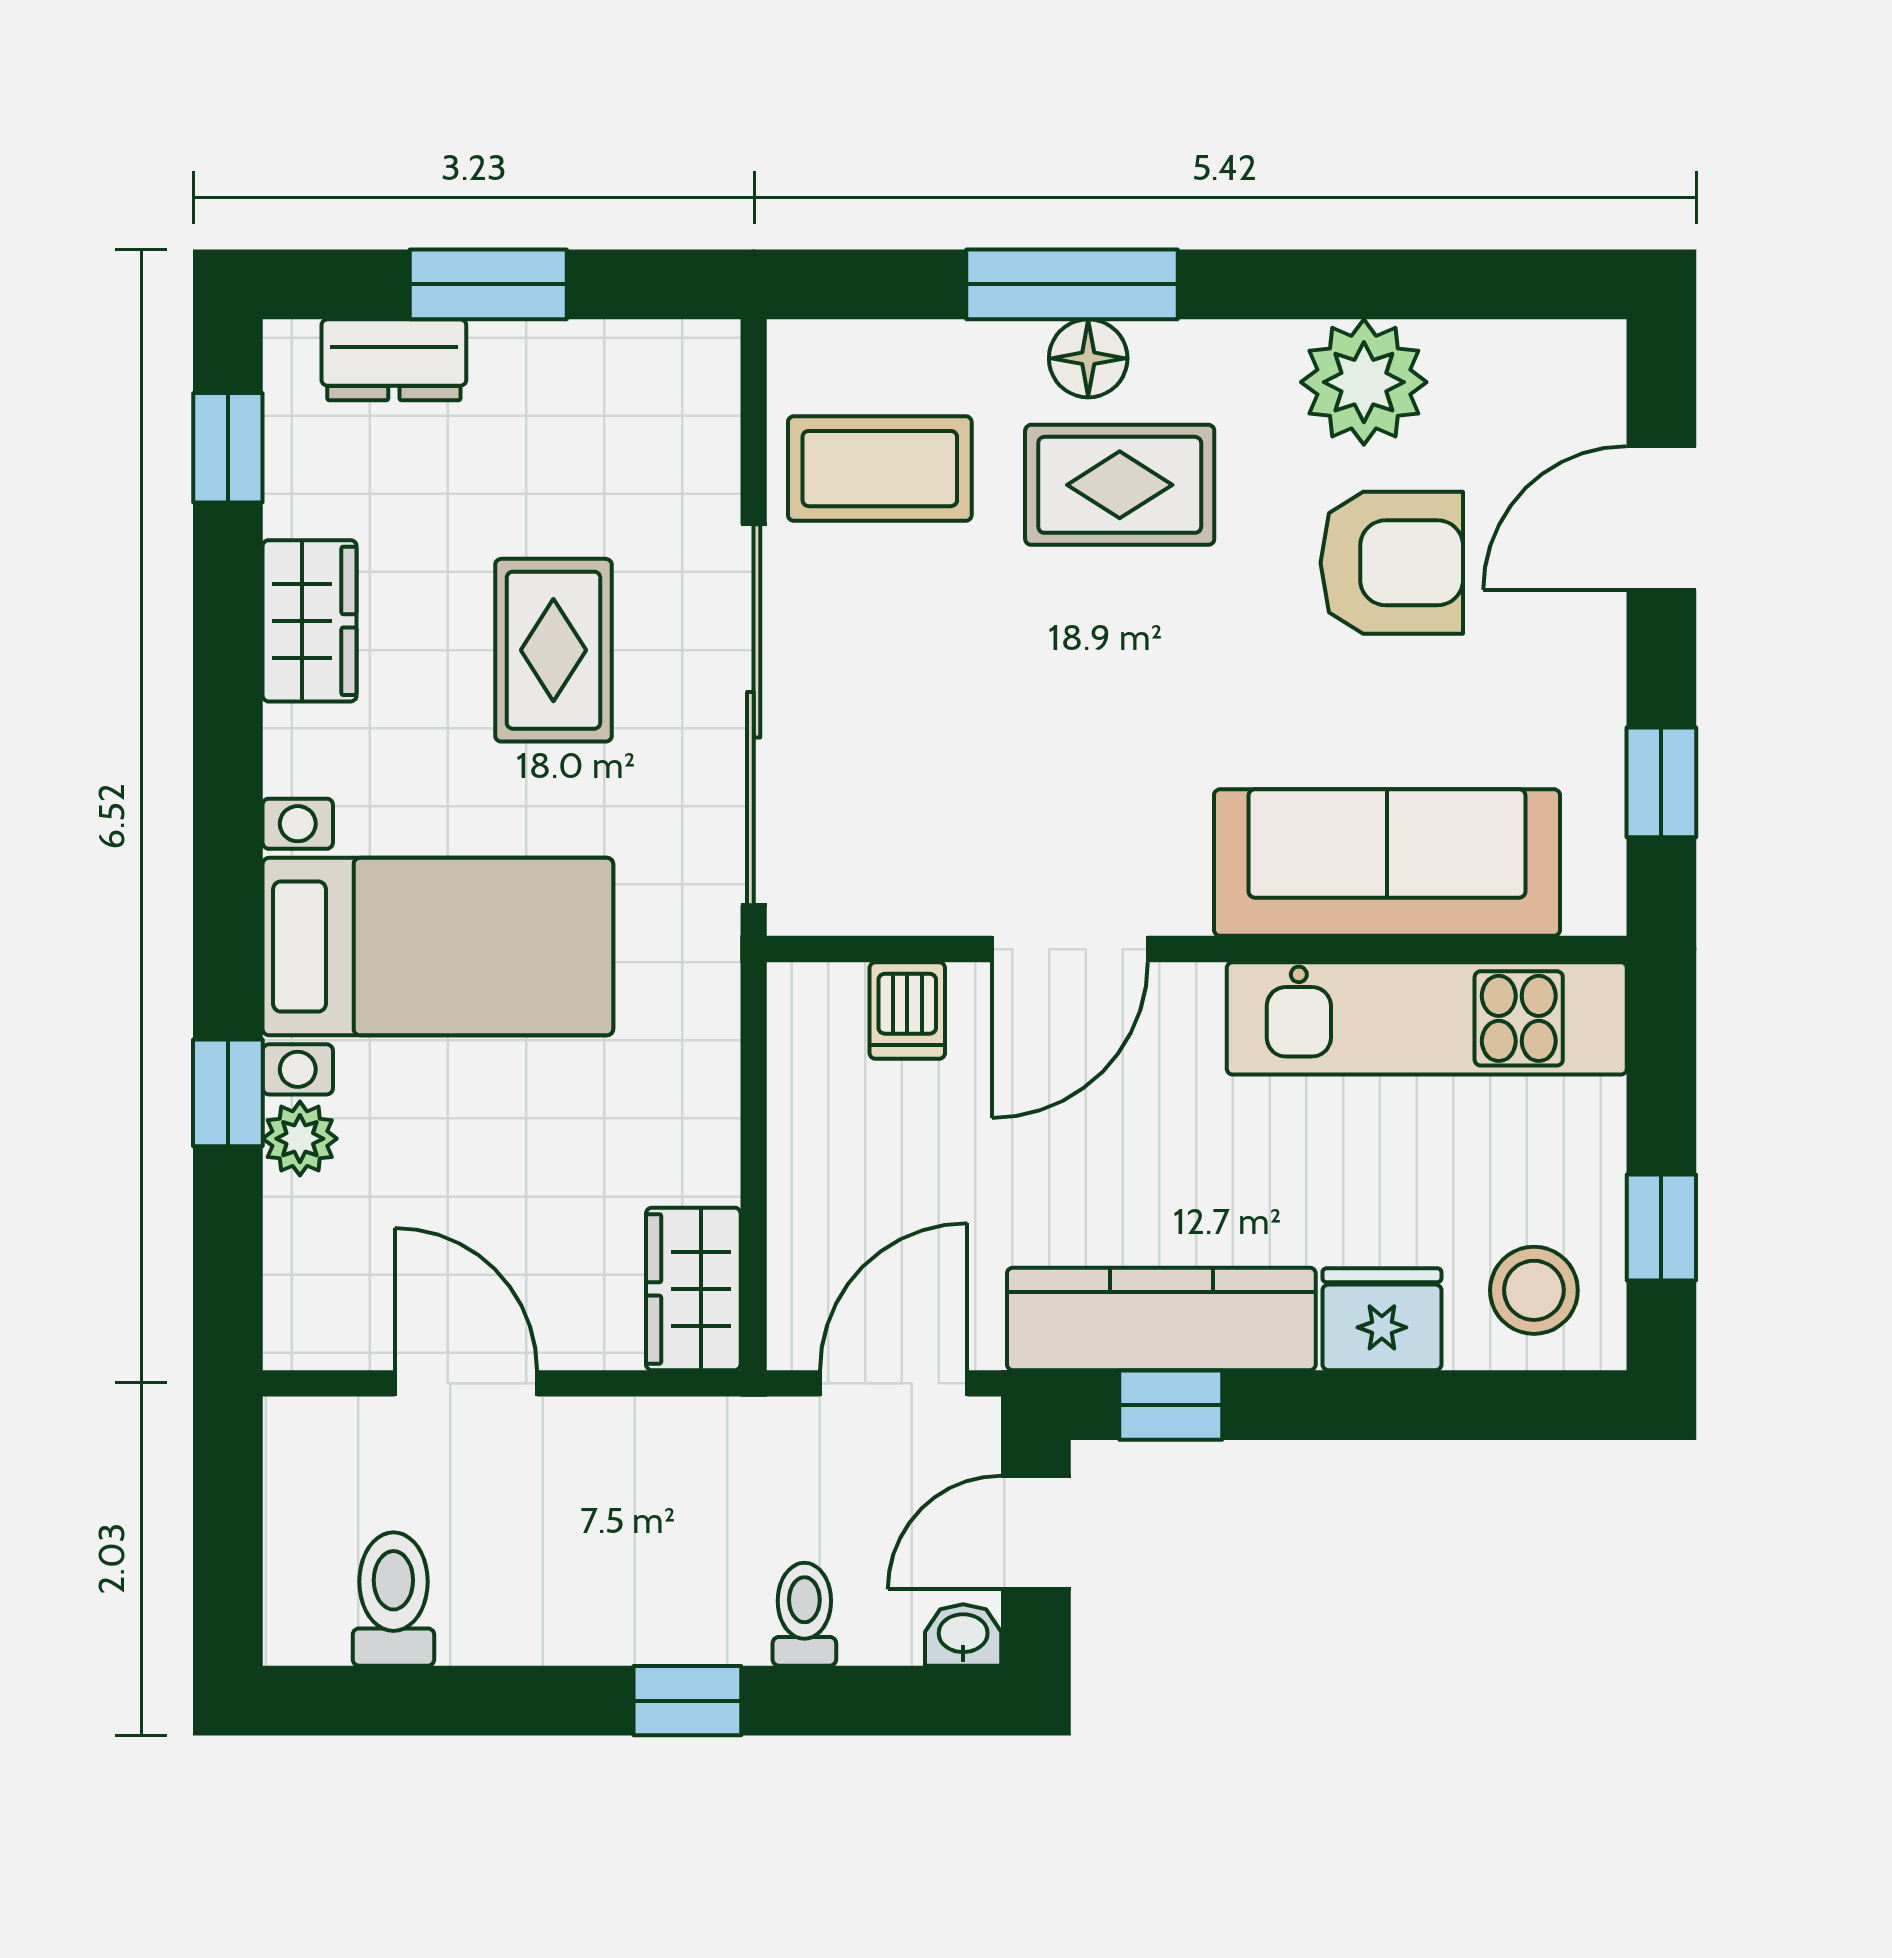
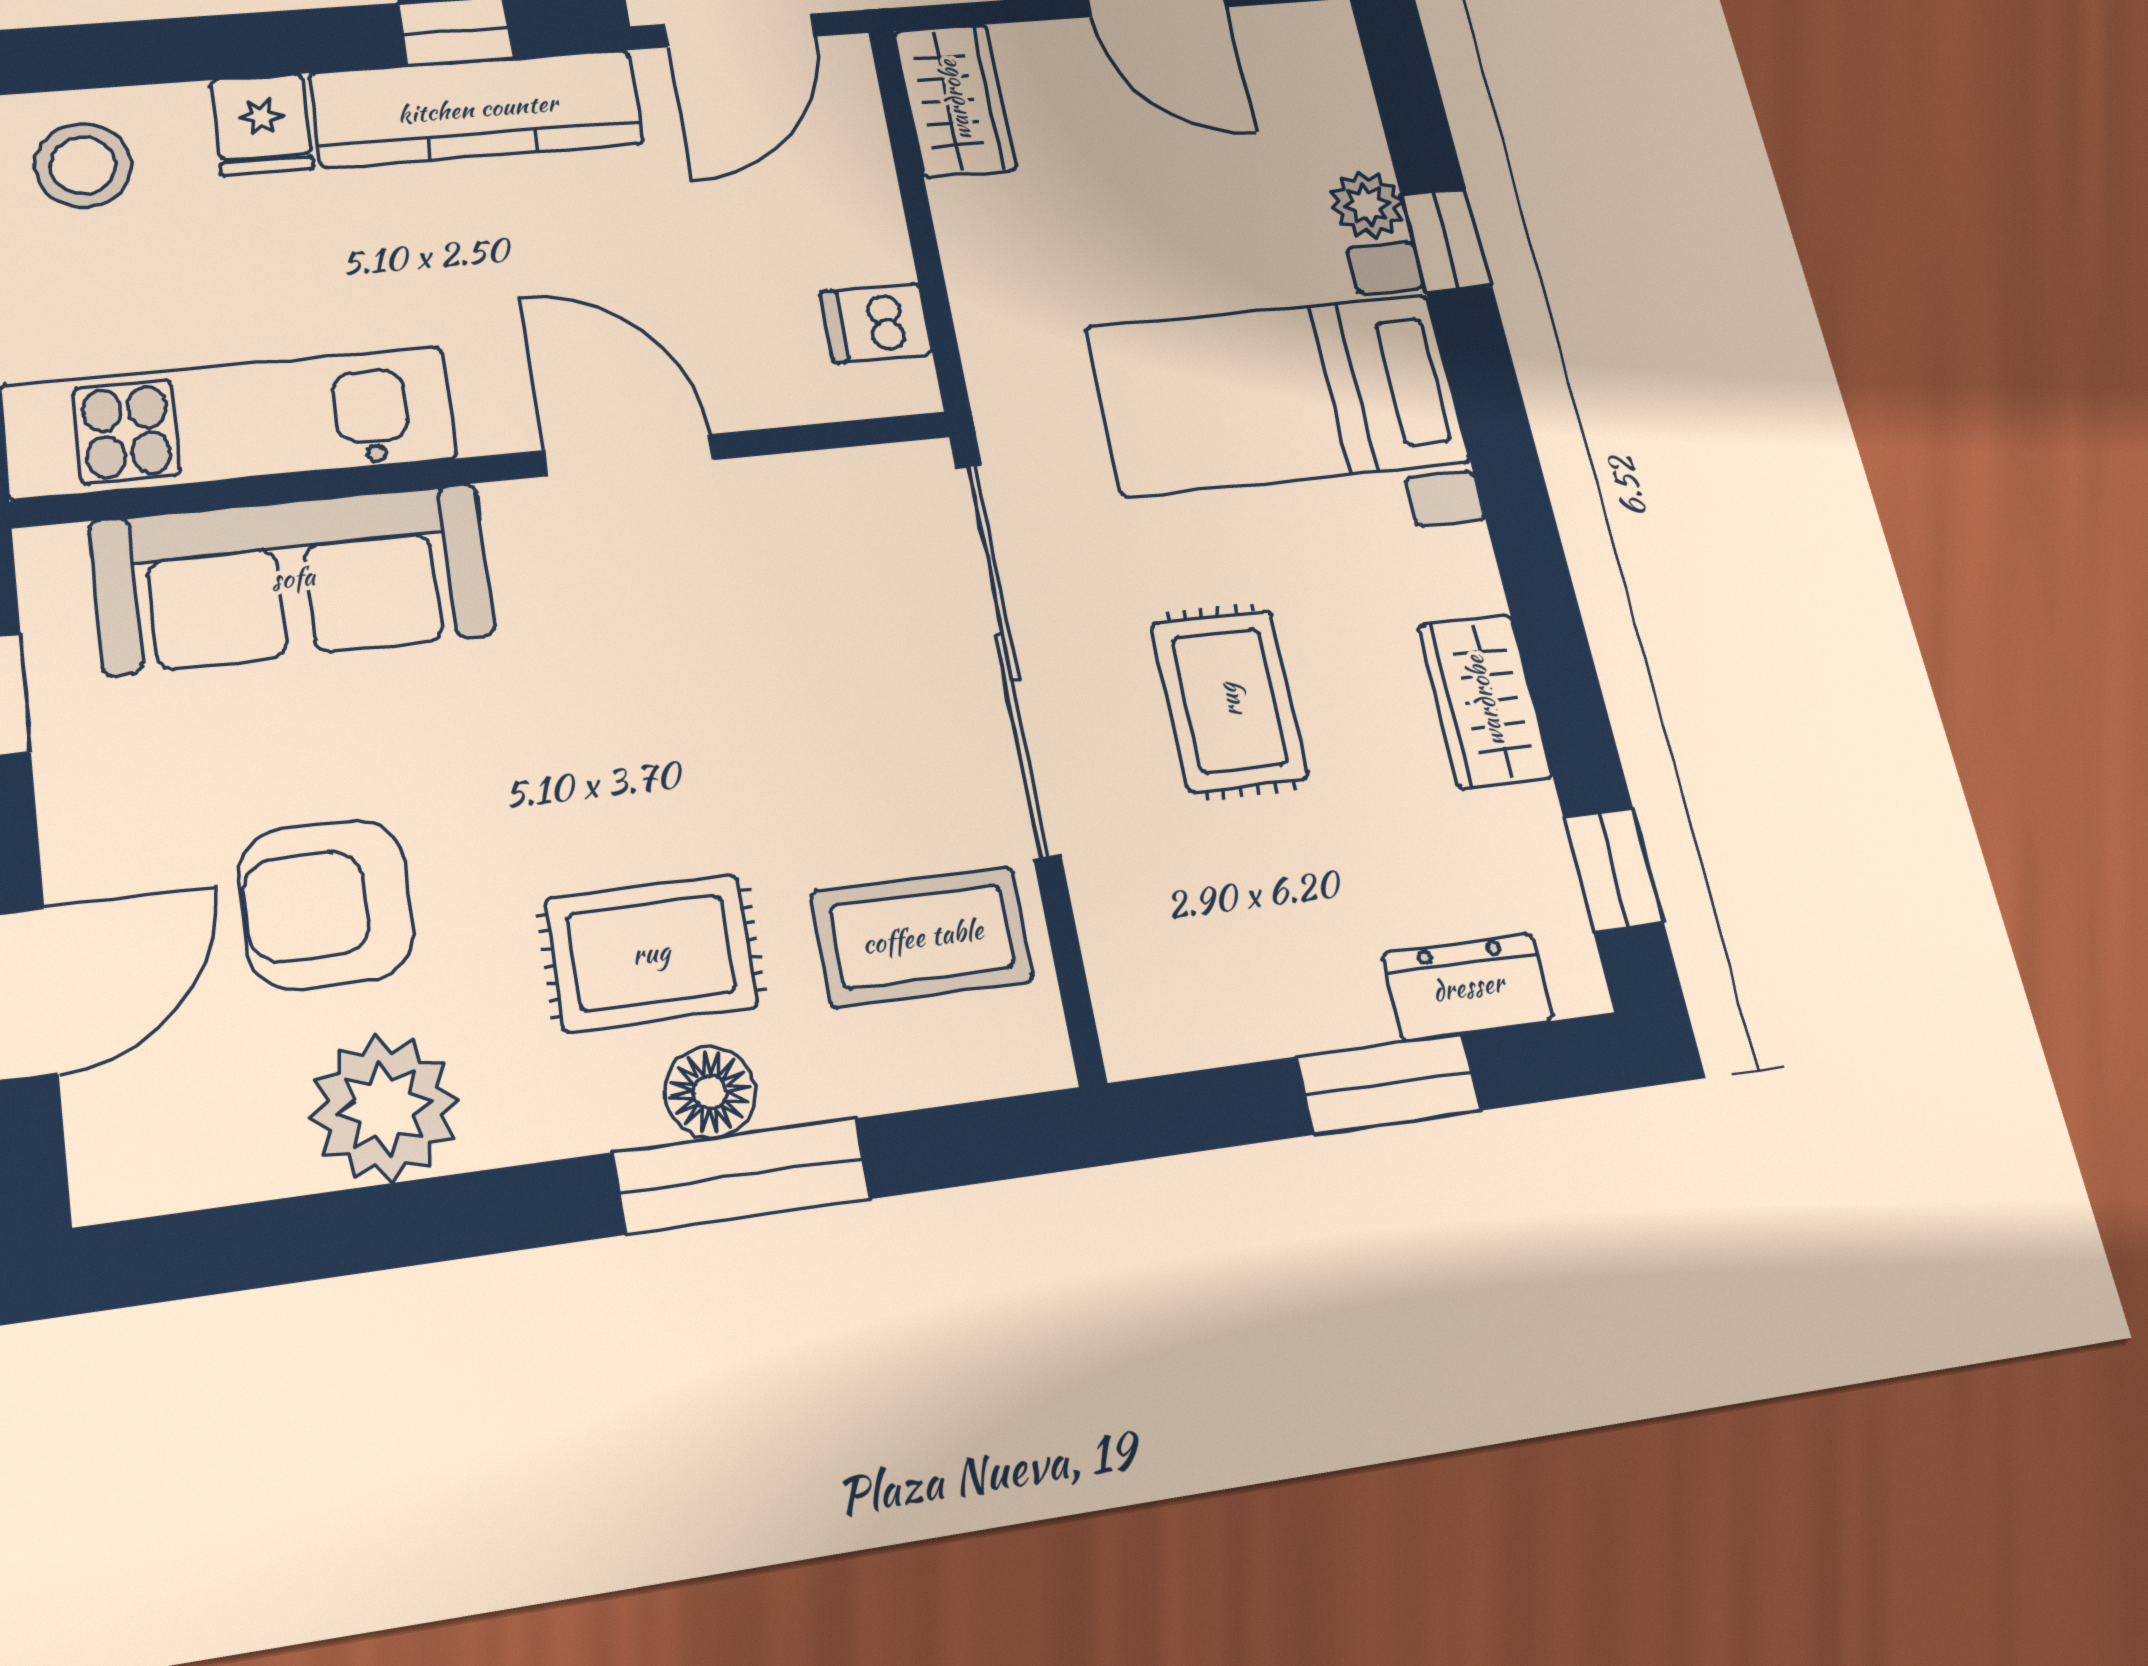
door: (1070, 949) -> (629, 455), hinge flipped
dishwasher: (907, 1011) -> (876, 323), moved, turned -90
fridge: (1382, 1319) -> (262, 124), width x0.72

